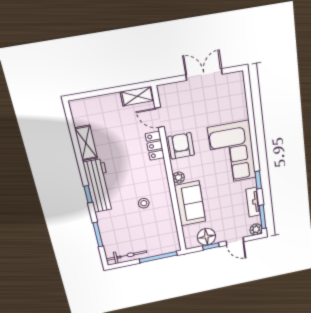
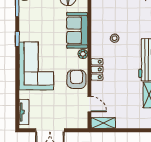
locker: (155, 146) -> (97, 69), moved
armchair: (181, 146) -> (77, 79), turned 180
tv unit: (253, 202) -> (24, 112), moved

